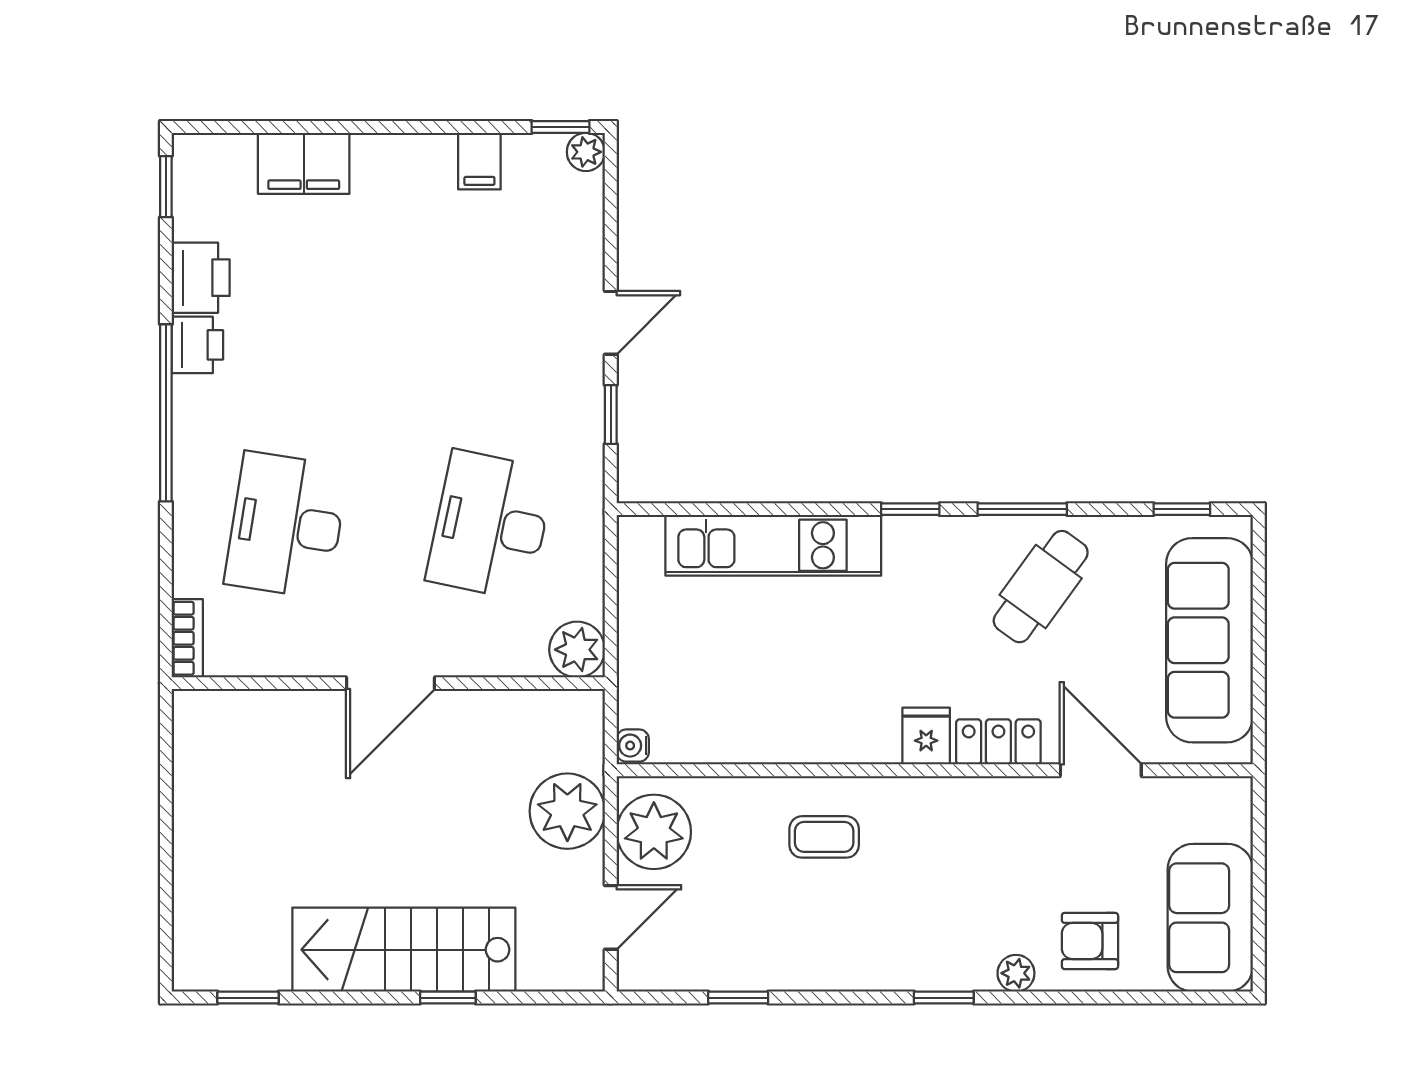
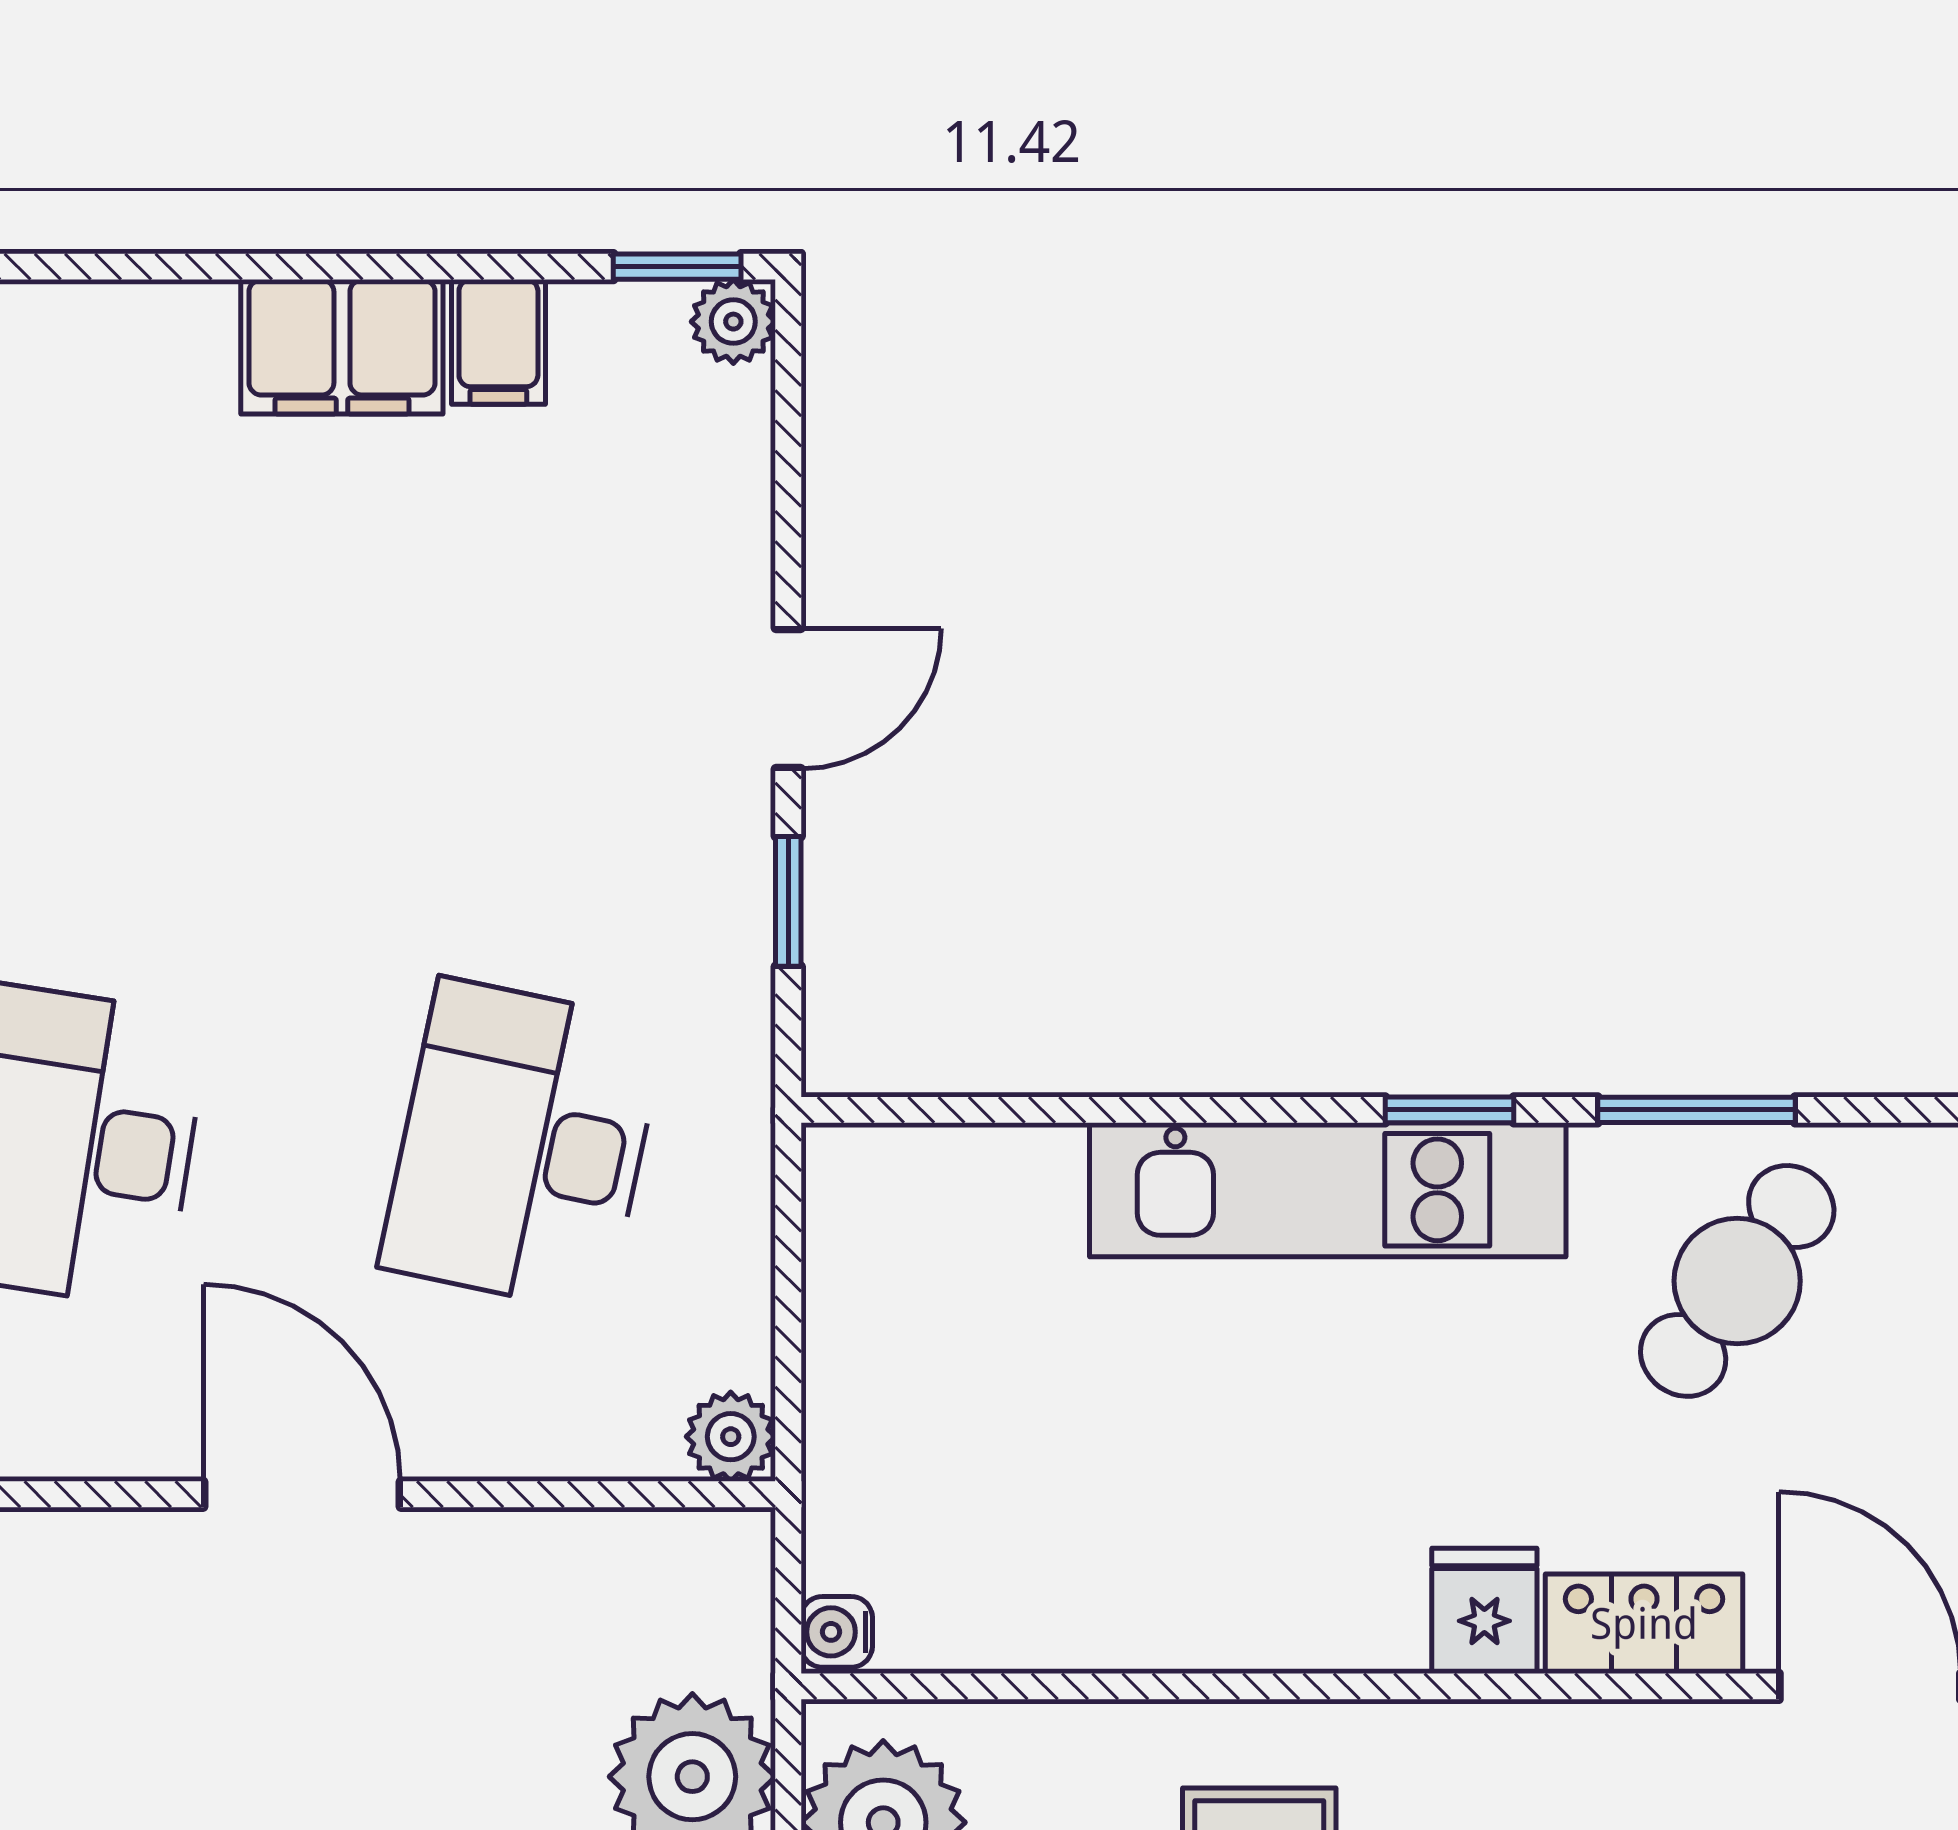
filing cabinet: (304, 163) -> (342, 347), moved
kitchen unit: (773, 545) -> (1328, 1190), moved
plant: (577, 650) -> (731, 1437), width x0.73, depth x0.73
door: (390, 683) -> (302, 1494), swing flipped

